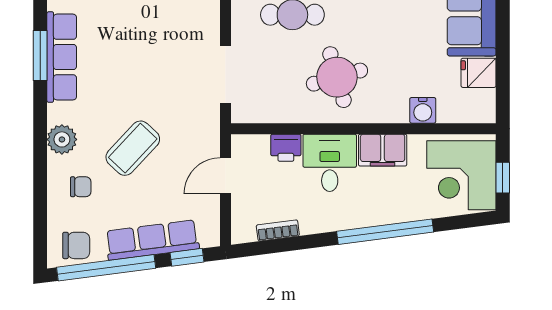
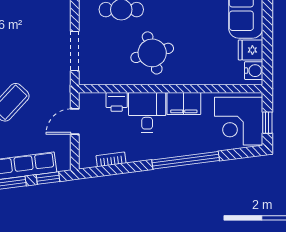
water cooler: (423, 110) -> (254, 71), moved, turned -90

